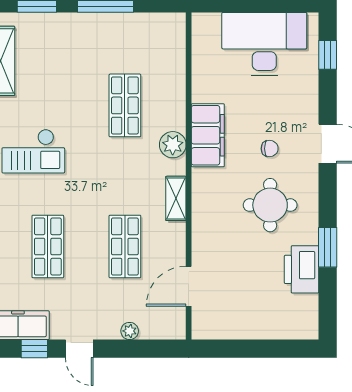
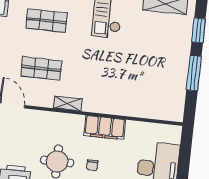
shop shelf: (125, 105) -> (129, 78), removed
plant: (173, 145) -> (101, 105), removed

